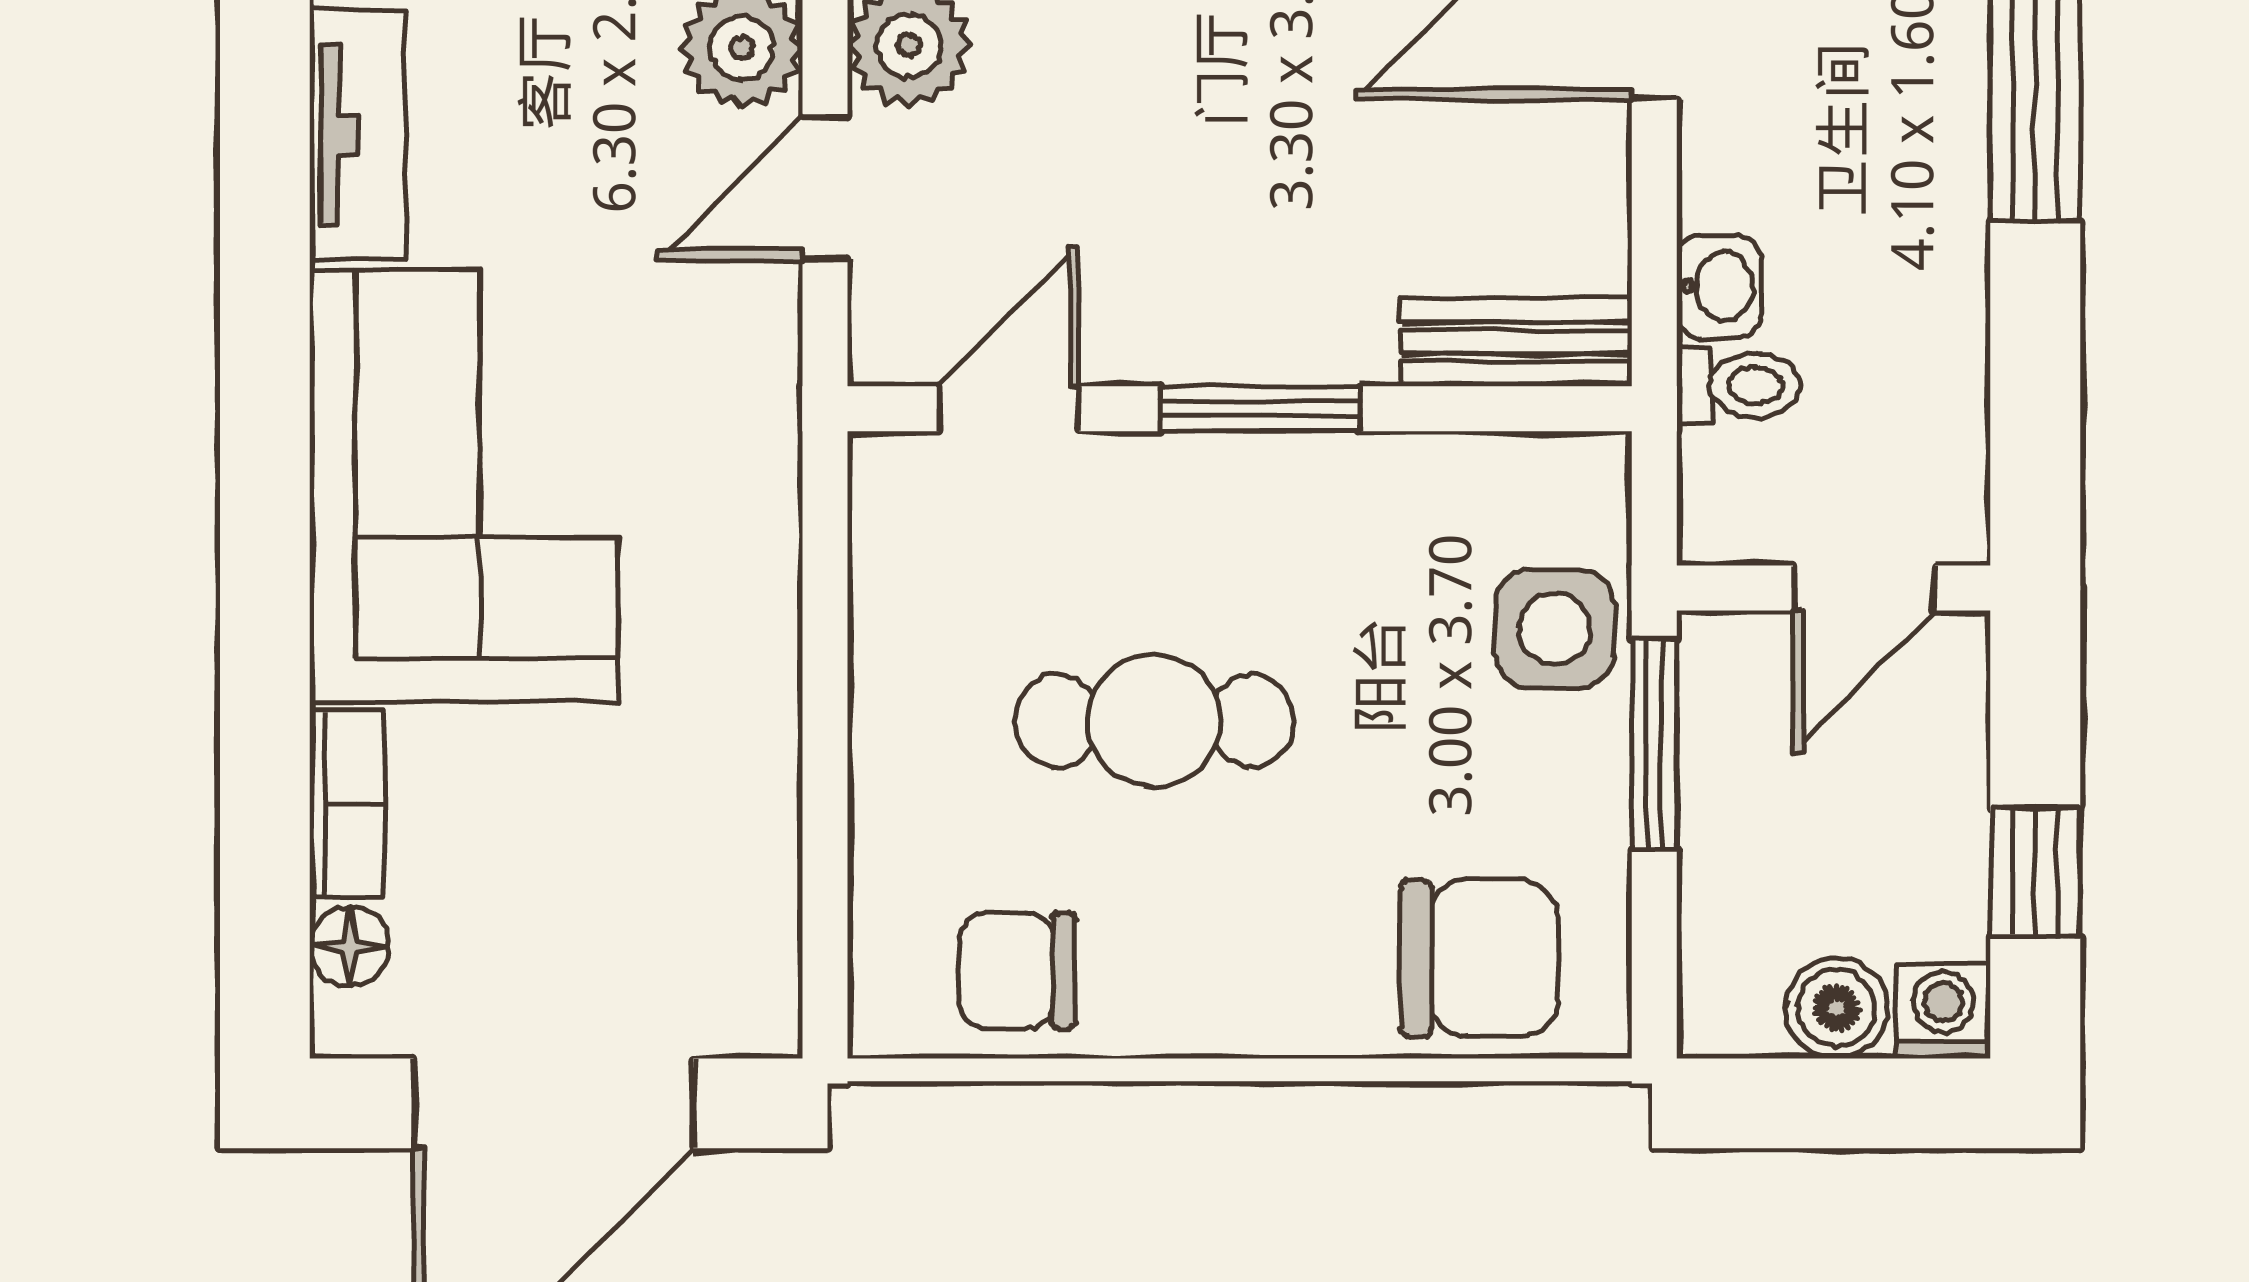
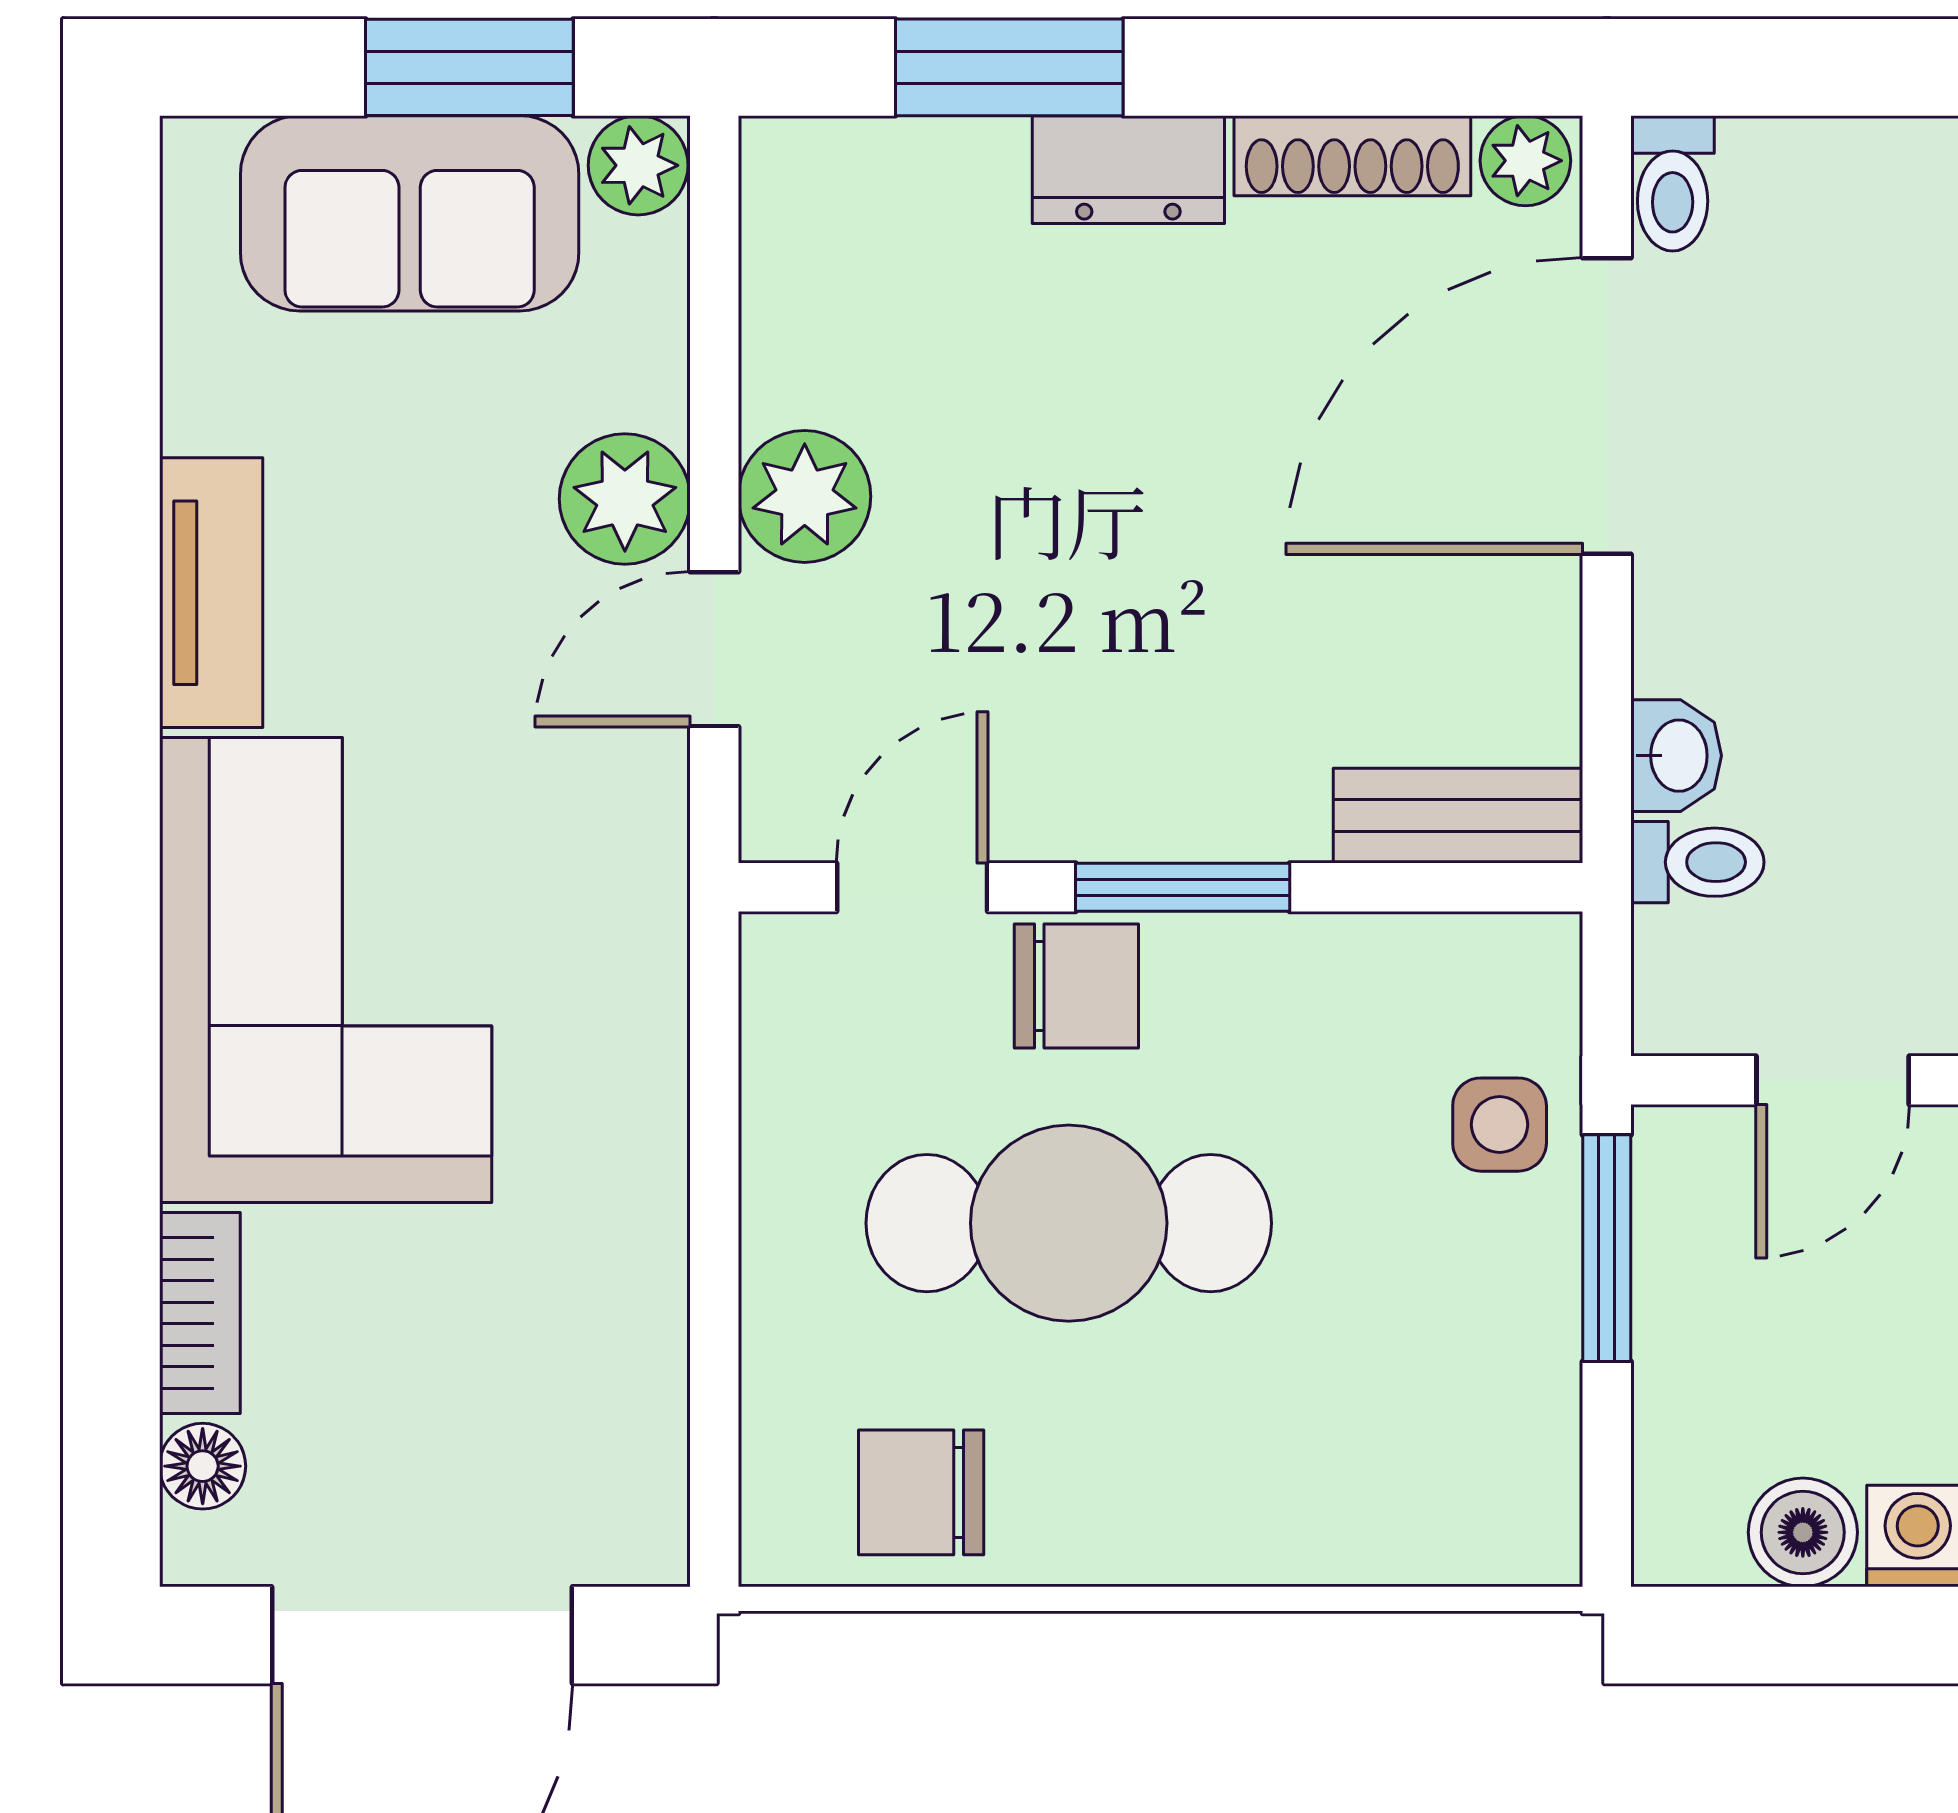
side table: (1555, 629) -> (1500, 1125), width x0.73, depth x0.73
cafe table: (1154, 721) -> (1069, 1223), width x1.37, depth x1.35
chair: (1479, 958) -> (1076, 986), moved, width x0.73, depth x0.73

